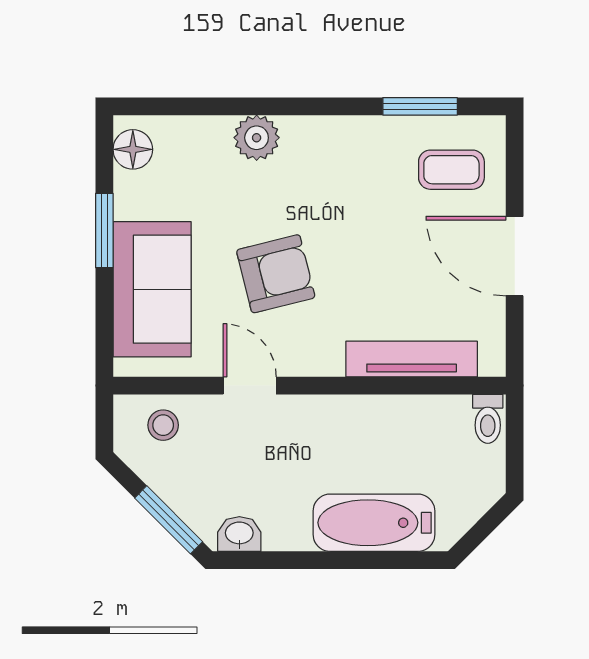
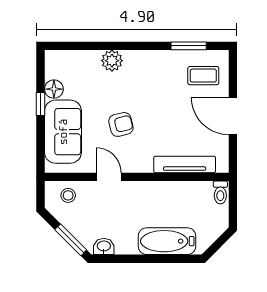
floor lamp: (133, 149) -> (54, 89), moved
window: (104, 230) -> (41, 104), width x0.67
armchair: (276, 274) -> (121, 124), width x0.72, depth x0.72

